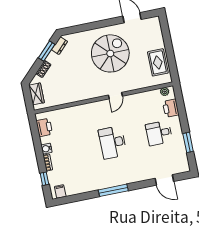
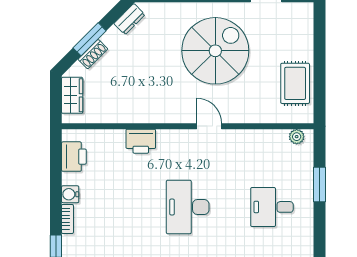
window: (47, 51) -> (90, 39), moved
door: (115, 96) -> (209, 126), swing flipped
printer: (171, 108) -> (141, 141), moved, turned -90
window: (188, 142) -> (320, 185), moved

